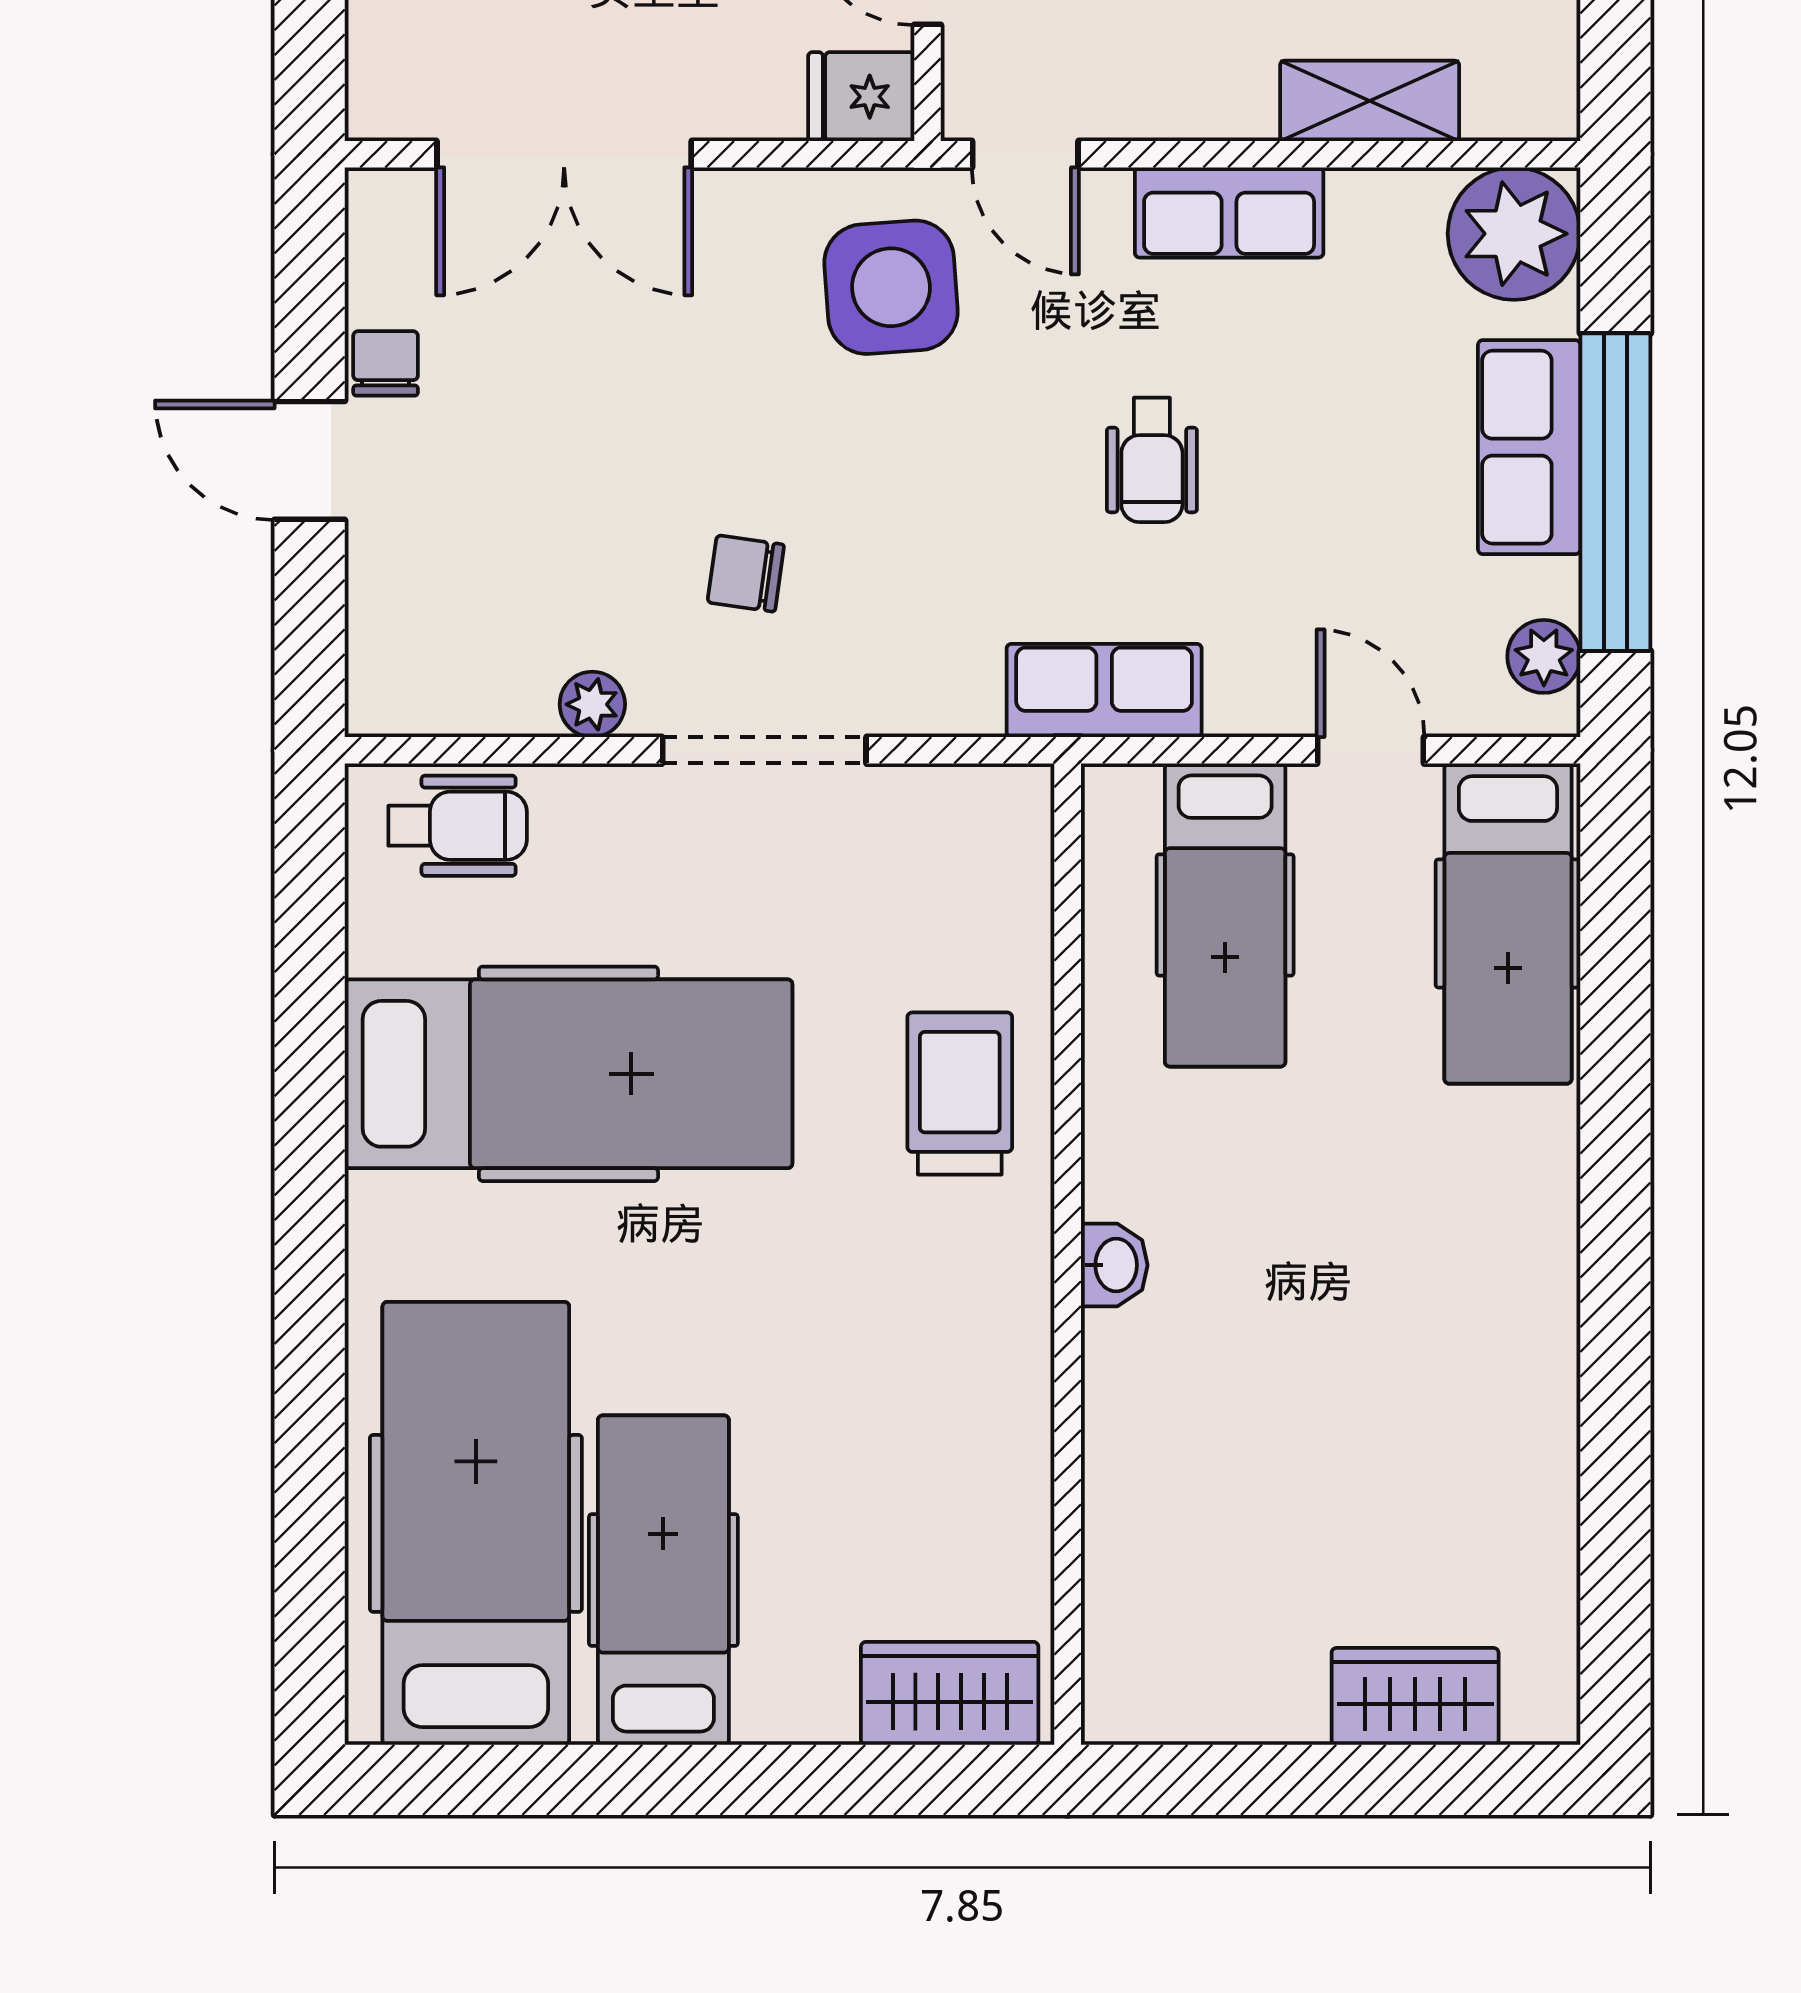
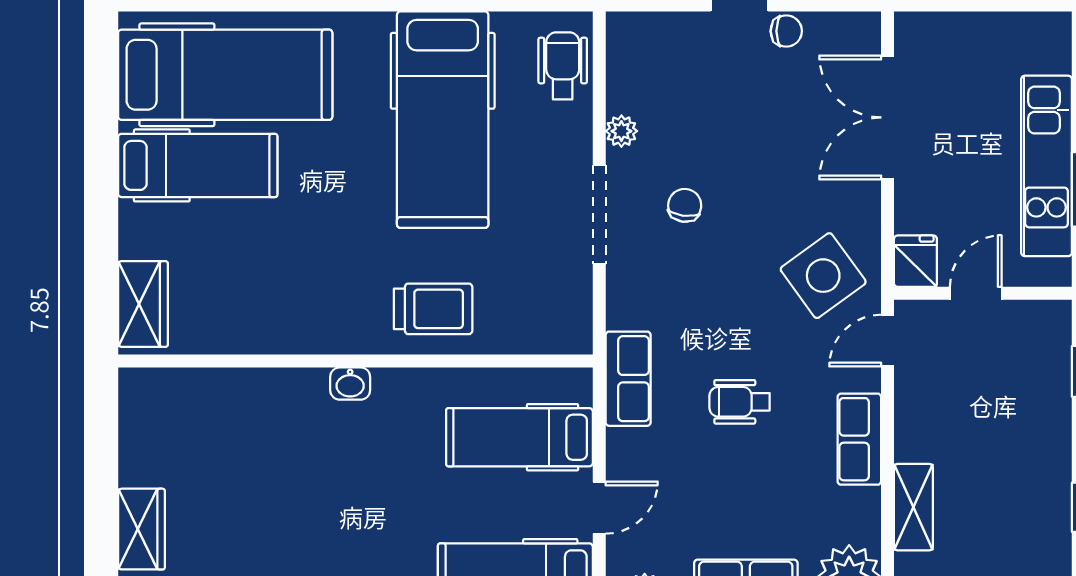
side table: (891, 287) -> (823, 276), turned -32
wheelchair: (458, 826) -> (563, 66), turned 180

